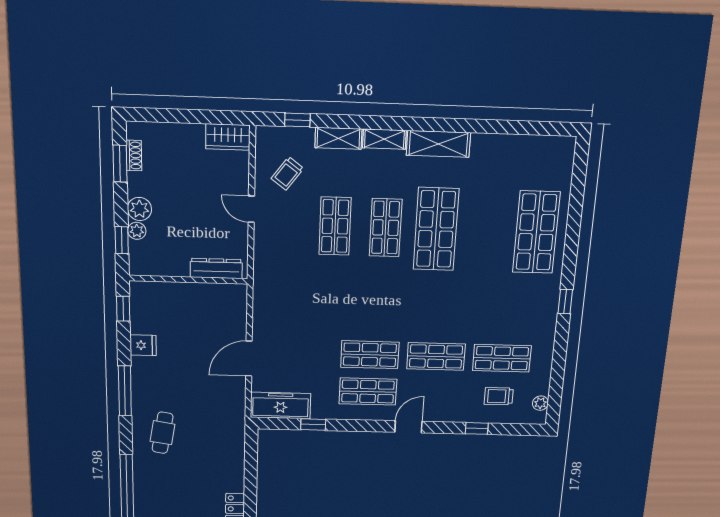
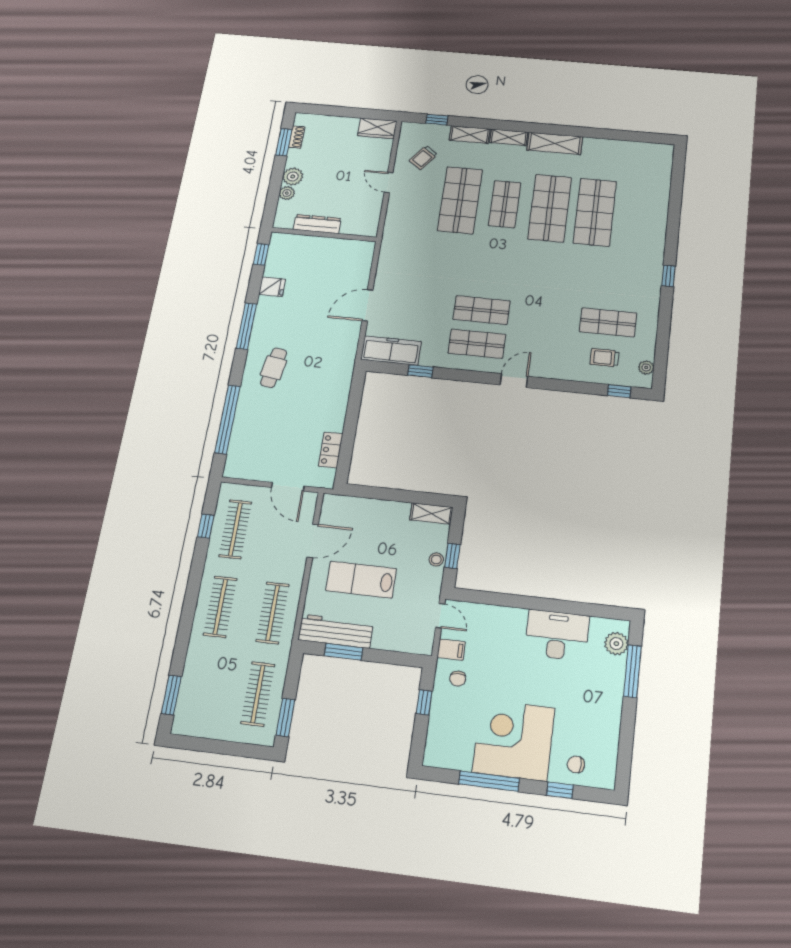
shop shelf: (335, 226) -> (460, 200), width x1.43, depth x1.36
shop shelf: (536, 232) -> (595, 212), moved
window: (122, 240) -> (272, 199), removed
dresser: (216, 268) -> (317, 224), moved
shop shelf: (436, 356) -> (545, 316), removed
window: (477, 428) -> (619, 391), moved

